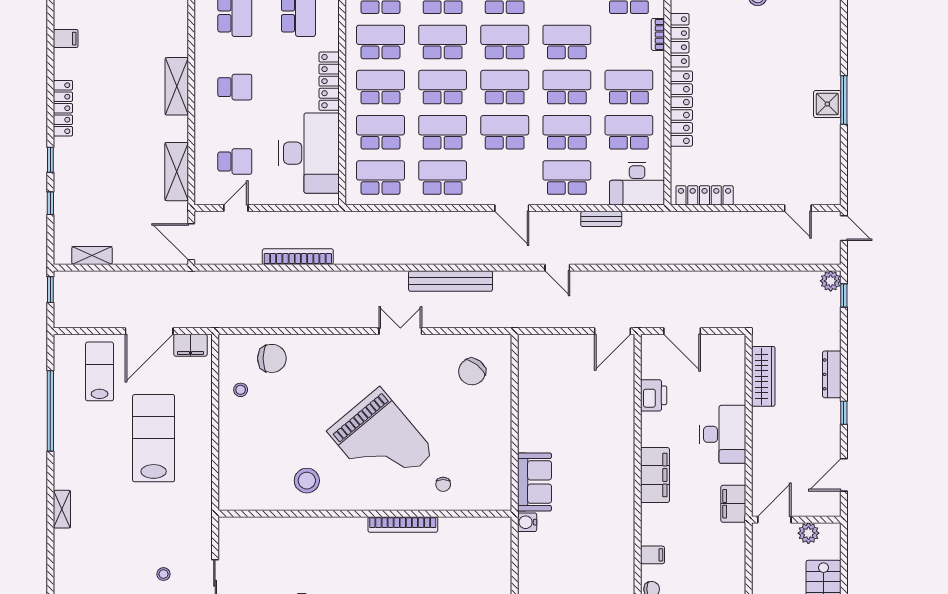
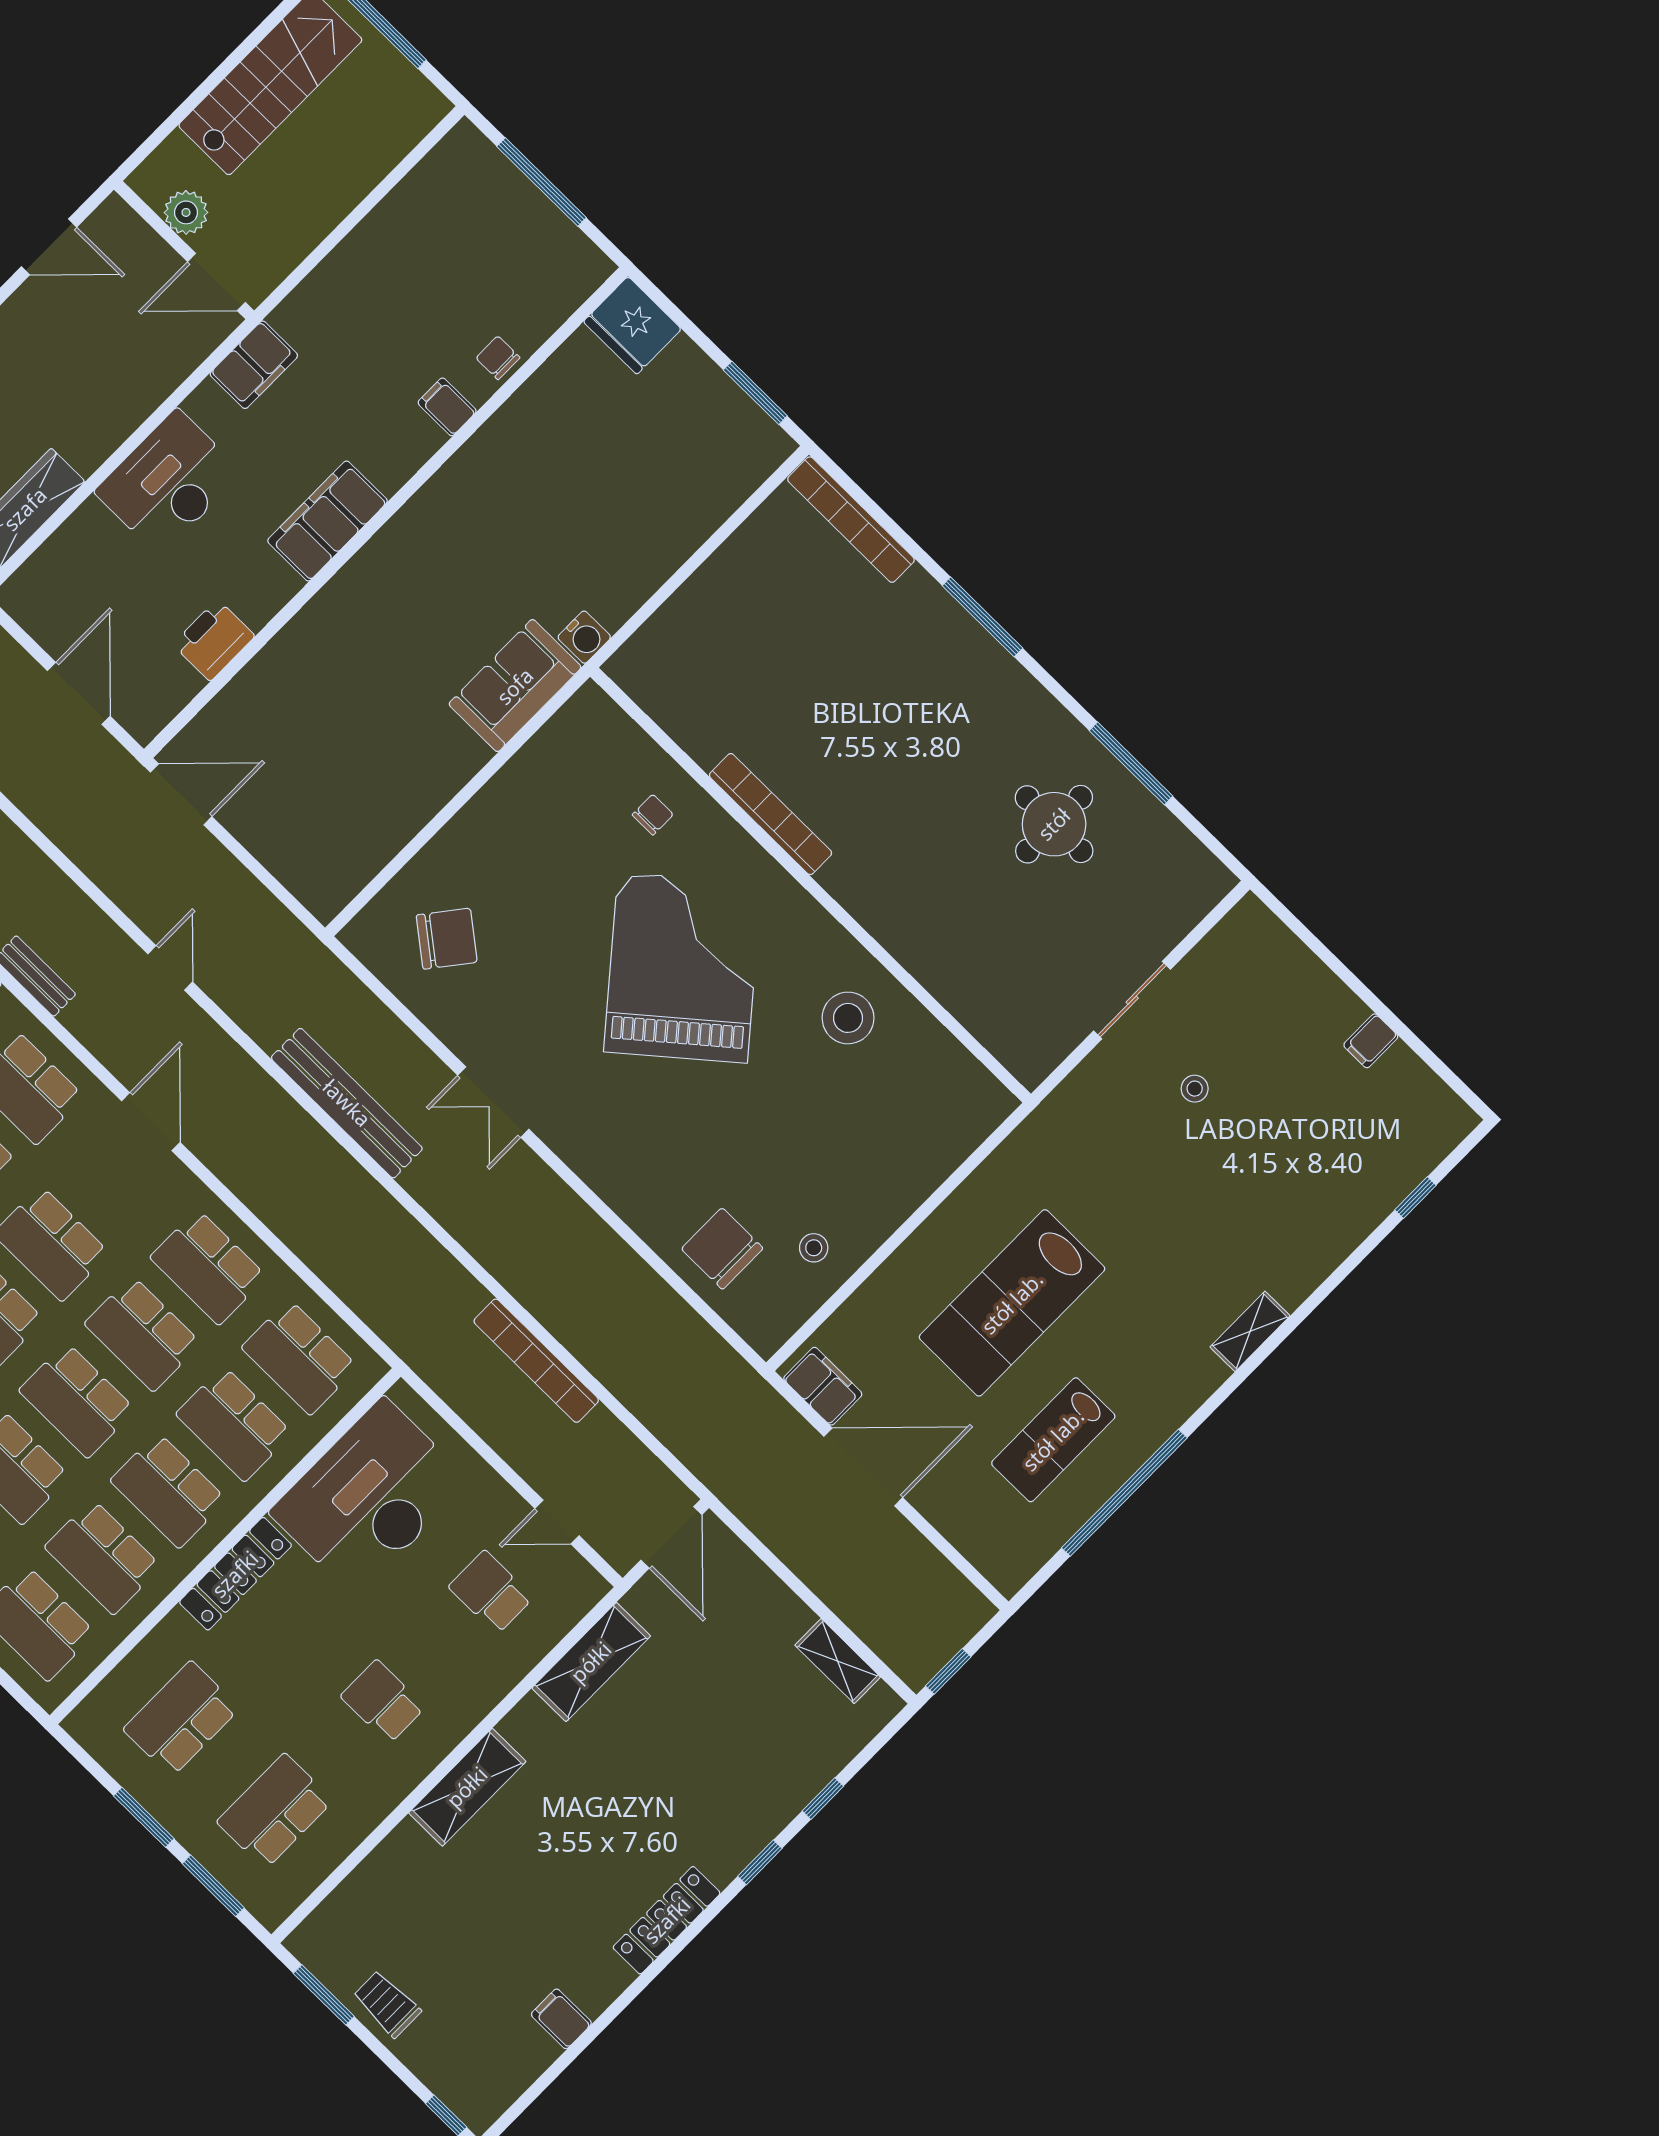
lab bench: (100, 371) -> (1053, 1440), moved

